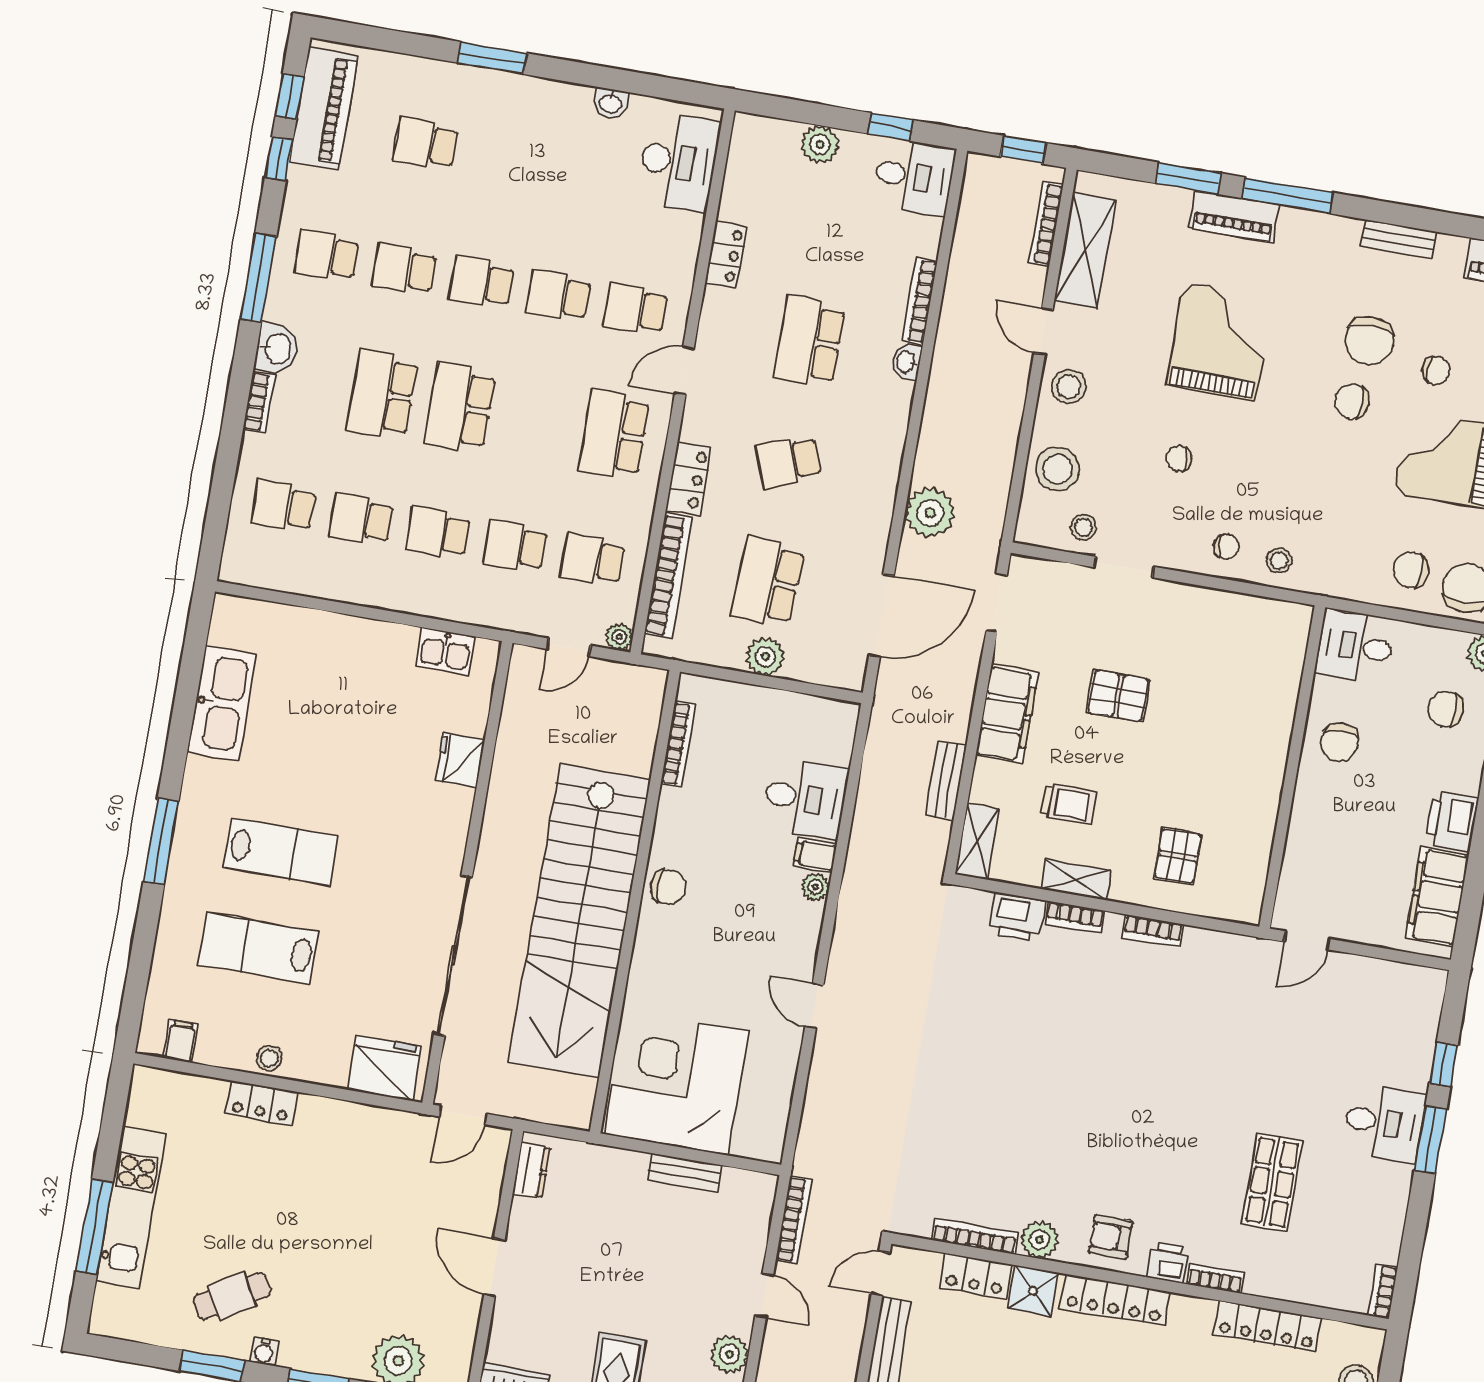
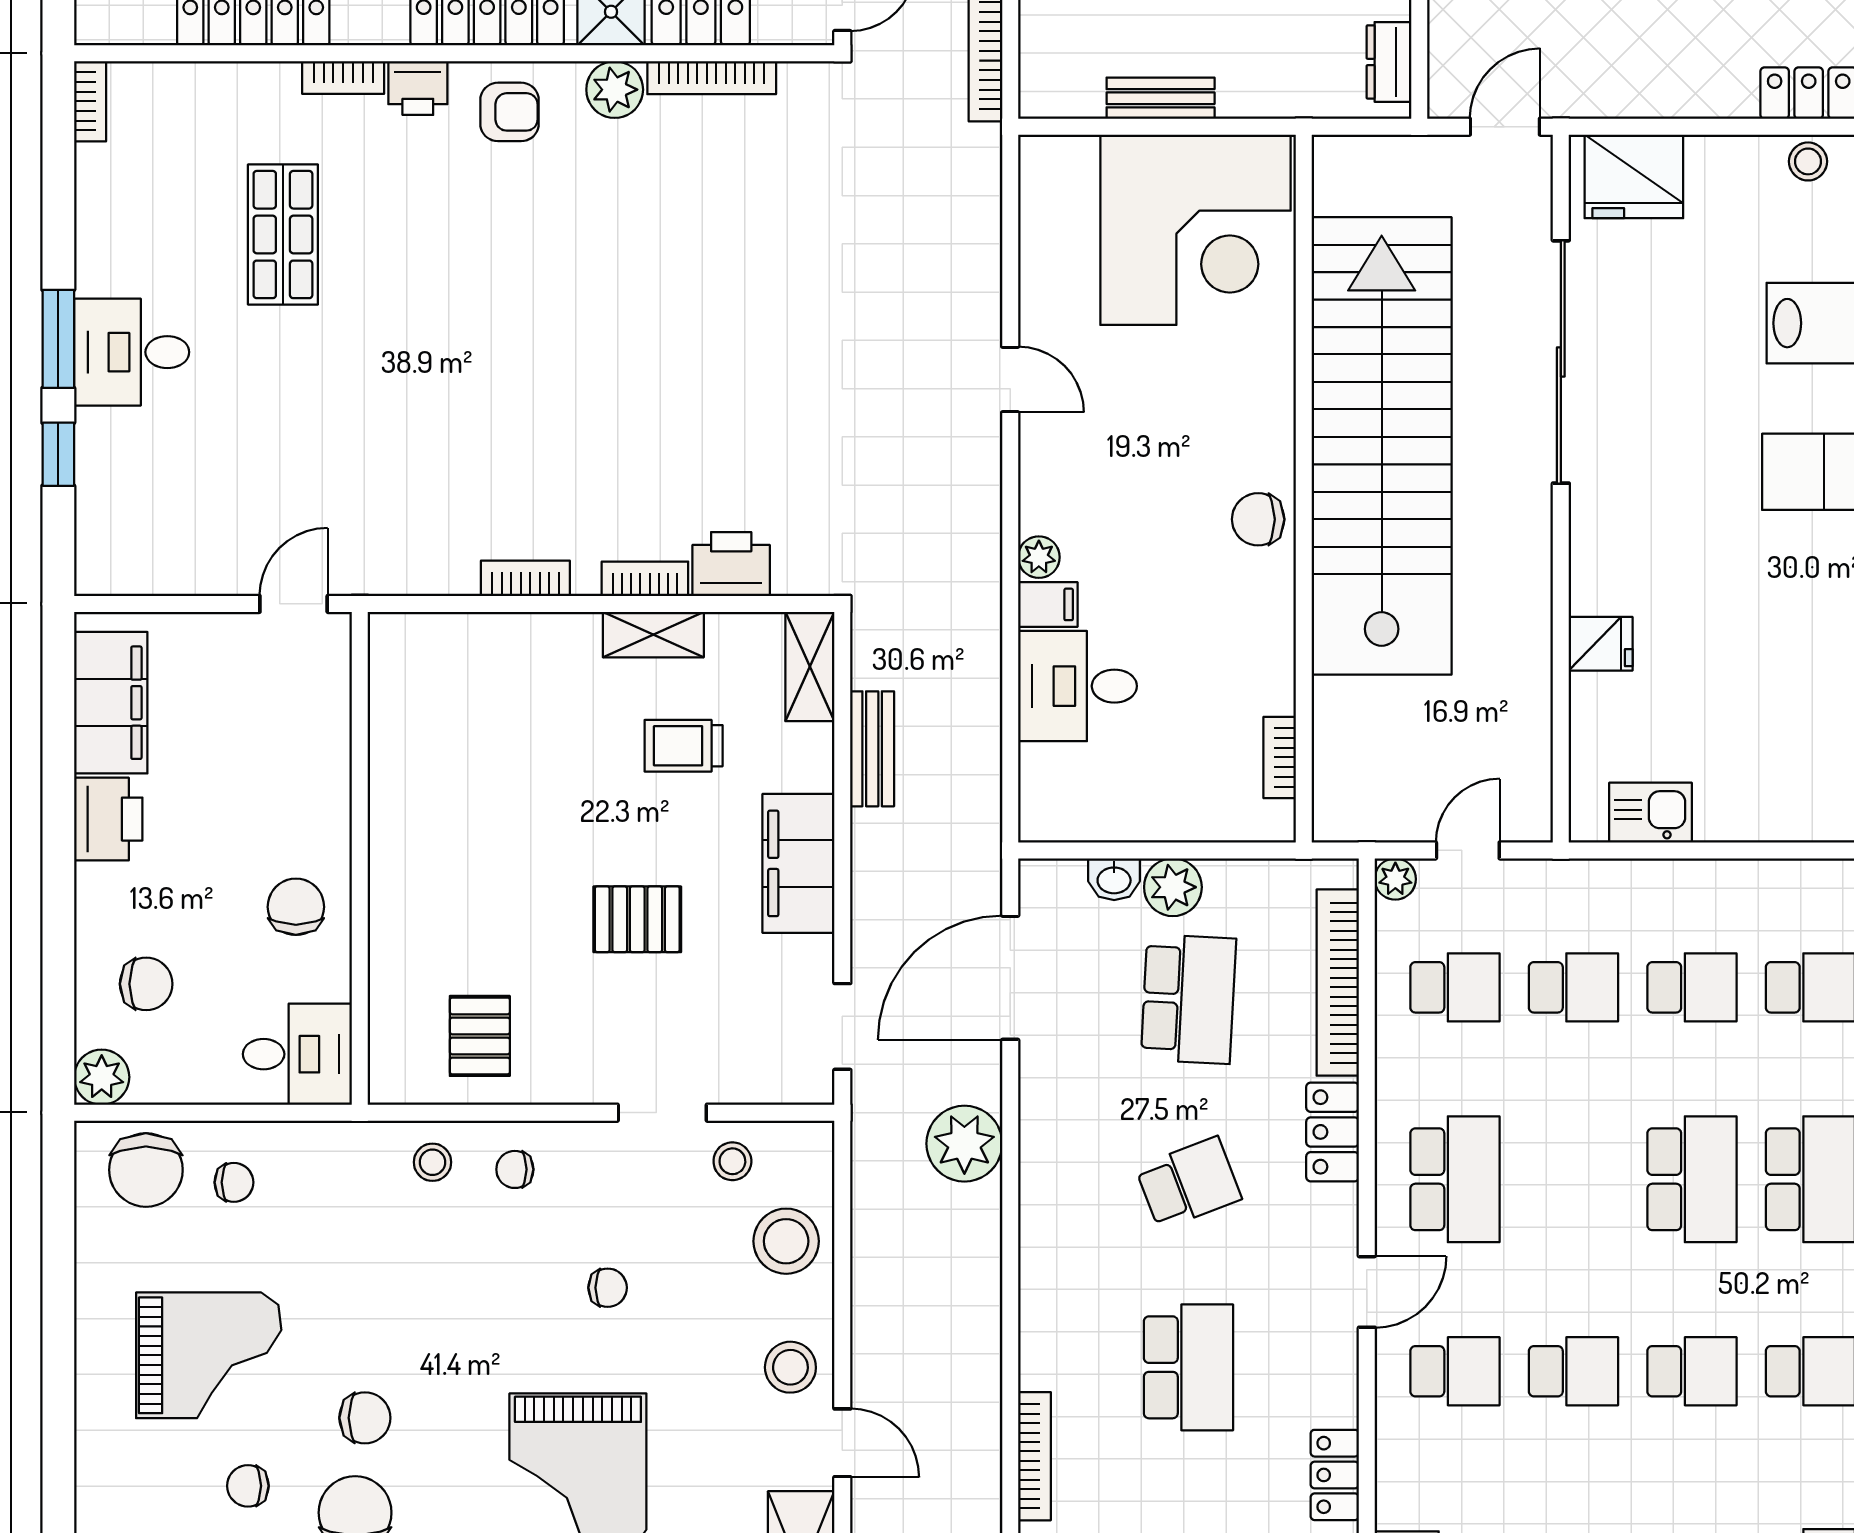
washbasin: (906, 362) -> (1114, 879), moved, turned 90
chair: (1411, 570) -> (234, 1182), width x0.73, depth x0.73
bookcase: (678, 744) -> (1280, 757), width x0.64
fridge: (460, 760) -> (1601, 644), width x0.72
pallet: (1178, 856) -> (480, 1036), moved

